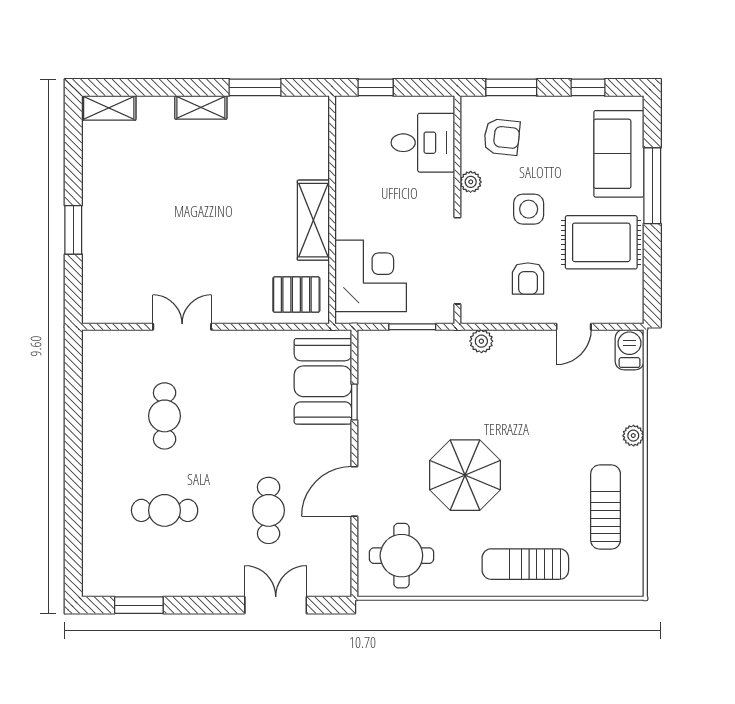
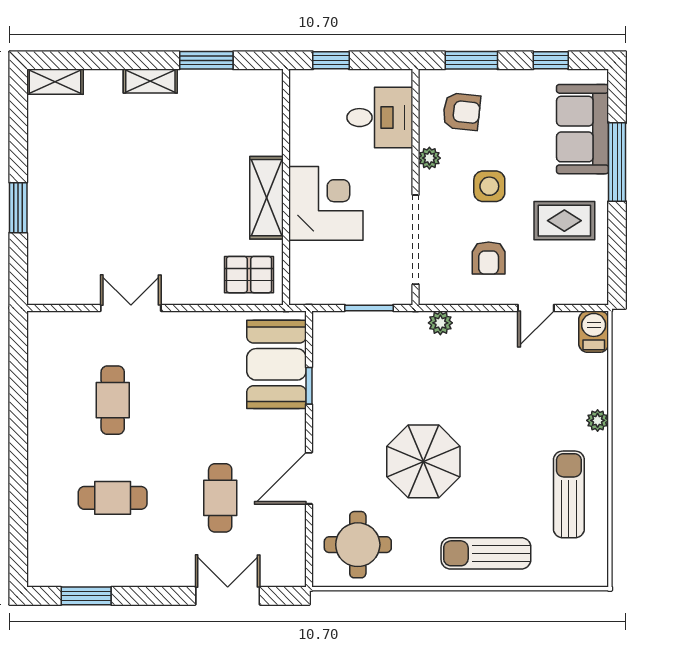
rug: (601, 242) -> (564, 221), width x0.73, depth x0.70
corner desk: (371, 276) -> (326, 203), moved

